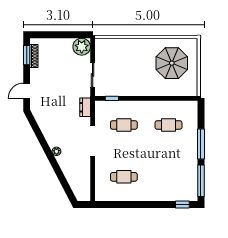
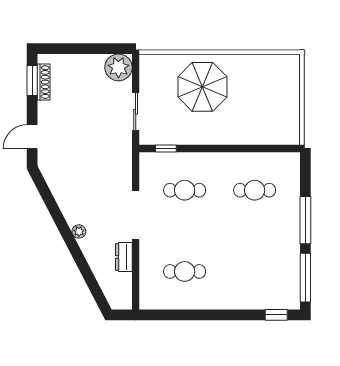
parasol: (172, 63) -> (202, 87), moved
dresser: (85, 107) -> (124, 257), moved

